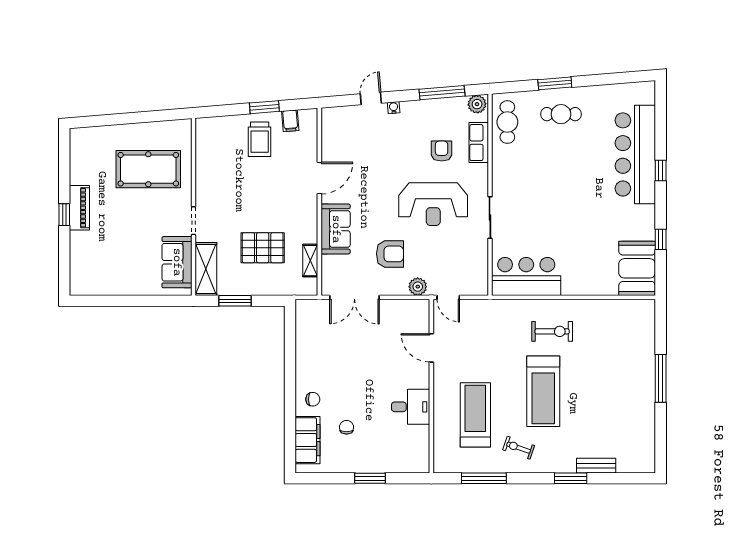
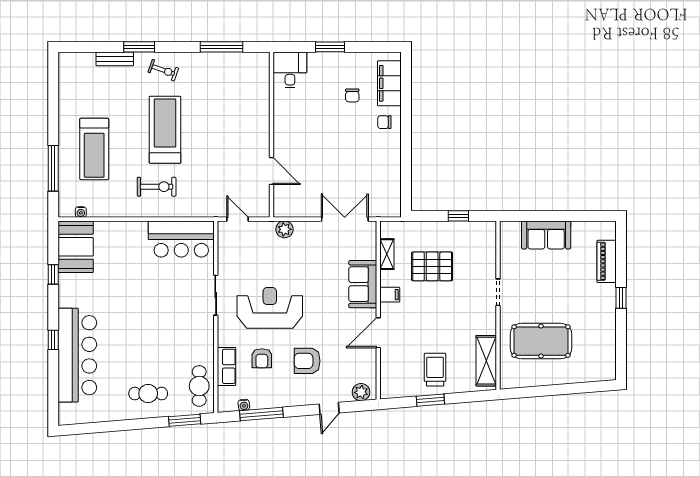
window: (555, 83) -> (185, 420), moved
plant: (477, 104) -> (361, 392), moved
water cooler: (394, 108) -> (244, 405), moved
filing cabinet: (290, 121) -> (390, 295), moved, turned 95
piano: (79, 208) -> (607, 261), moved
armchair: (390, 254) -> (307, 361), moved
sofa: (177, 262) -> (546, 235), moved, turned 90
shelving: (206, 269) -> (486, 361), moved
door: (448, 297) -> (238, 219), moved
window: (235, 301) -> (458, 216), width x0.67
water cooler: (632, 305) -> (81, 212), added
exercise bike: (552, 331) -> (157, 187), turned 180
window: (661, 378) -> (53, 168), moved
desk: (411, 407) -> (290, 70), moved, turned 90
treadmill: (475, 415) -> (94, 149), moved
exercise bike: (519, 448) -> (163, 70), moved

